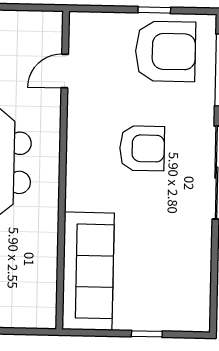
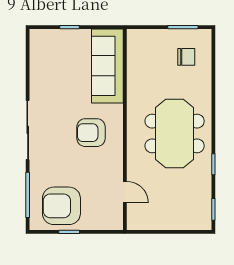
door: (65, 71) -> (125, 192), hinge flipped
armchair: (142, 148) -> (91, 133), moved

